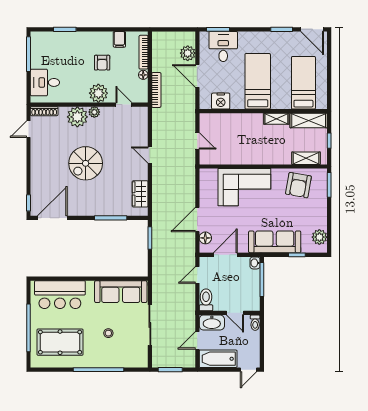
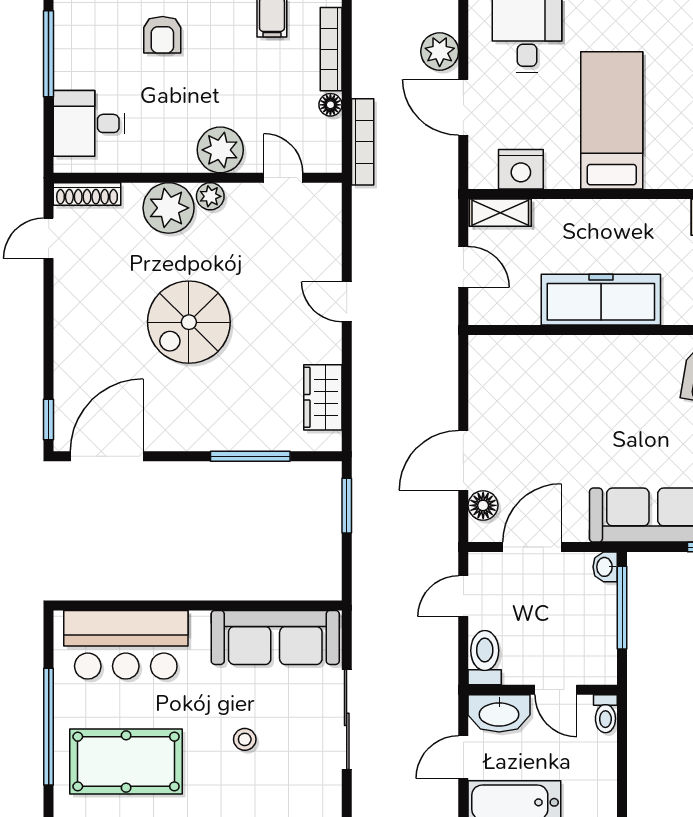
armchair: (102, 63) -> (162, 35), moved
shelving: (276, 119) -> (500, 213), moved
freezer: (253, 154) -> (601, 300), added
corner sofa: (244, 187) -> (579, 381), removed

